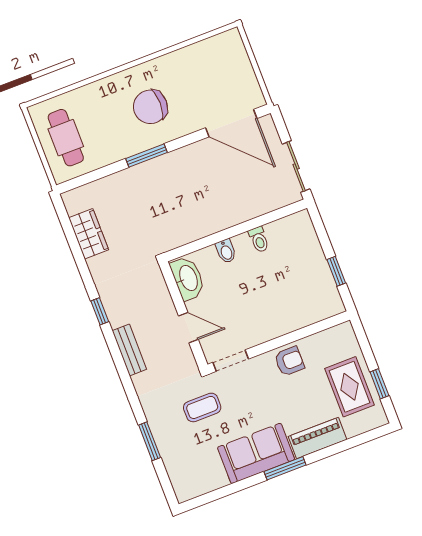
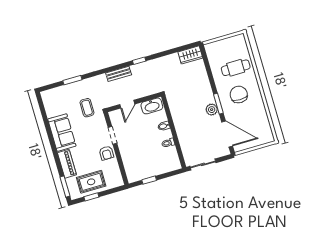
door: (231, 123) -> (227, 134), swing flipped
cafe table: (66, 138) -> (236, 68), moved
window: (147, 156) -> (218, 104), moved
plant: (185, 158) -> (212, 110), added
wardrobe: (89, 234) -> (190, 55), moved
doorway: (231, 361) -> (112, 135), moved
window: (285, 468) -> (65, 187), moved

